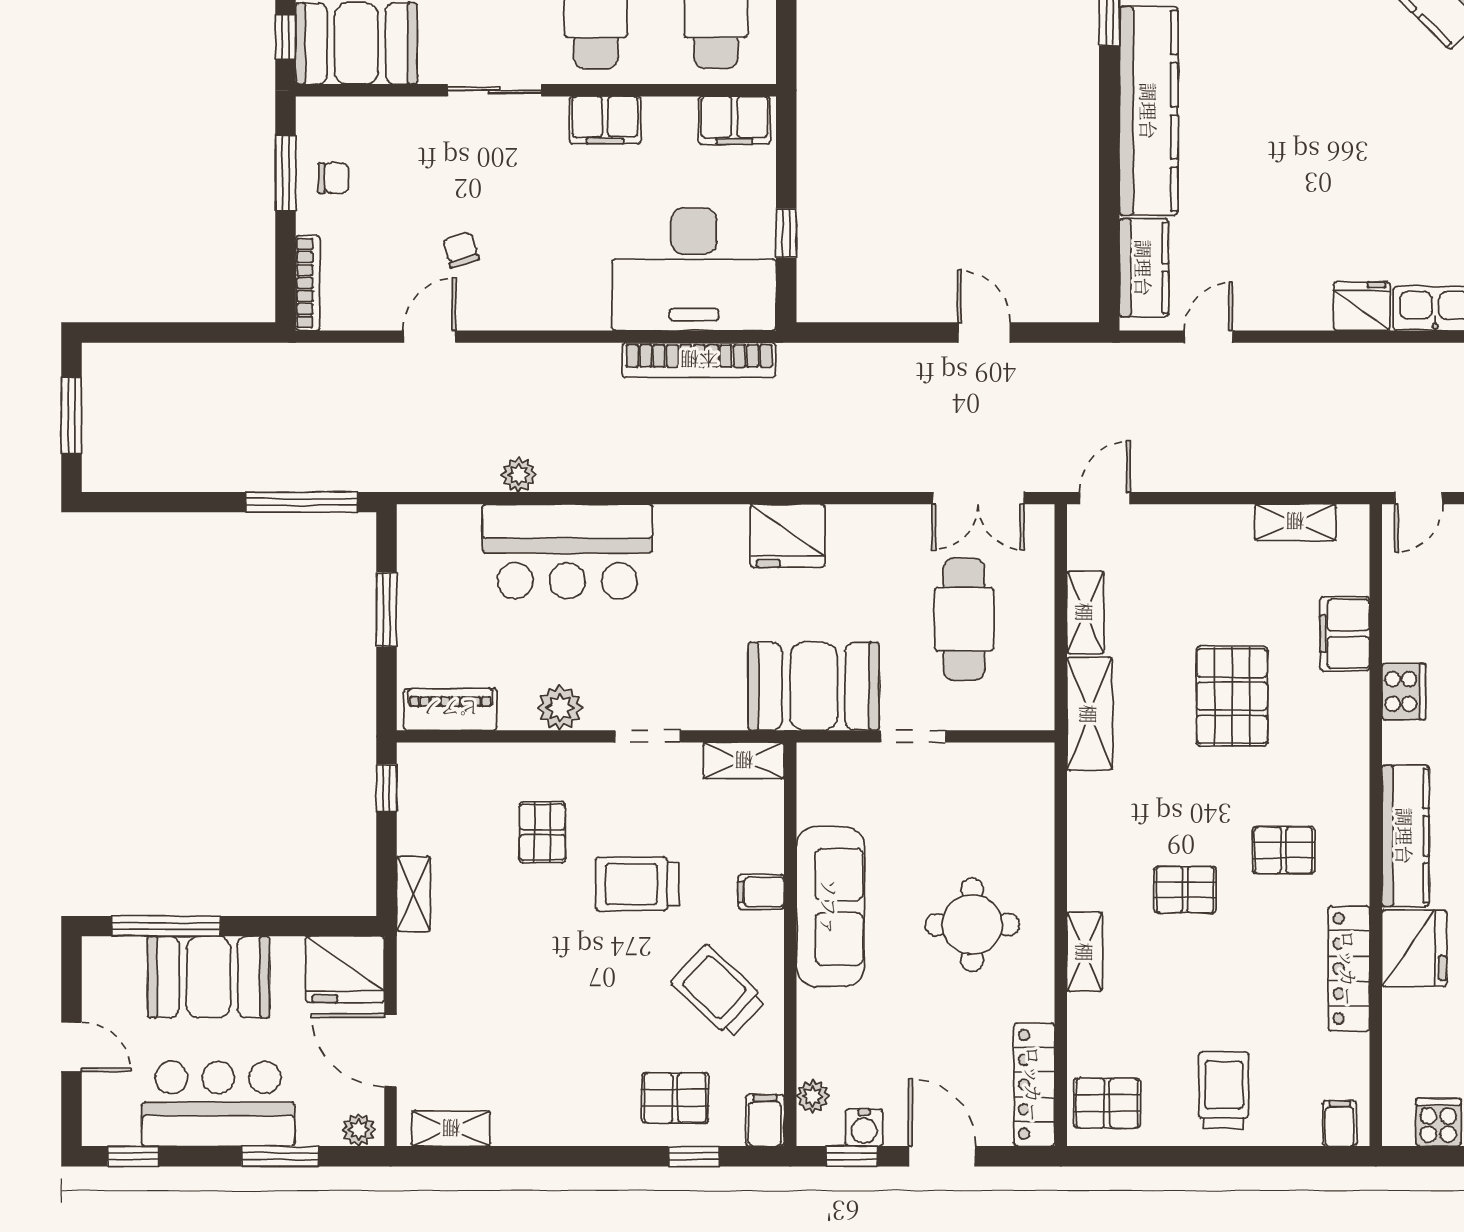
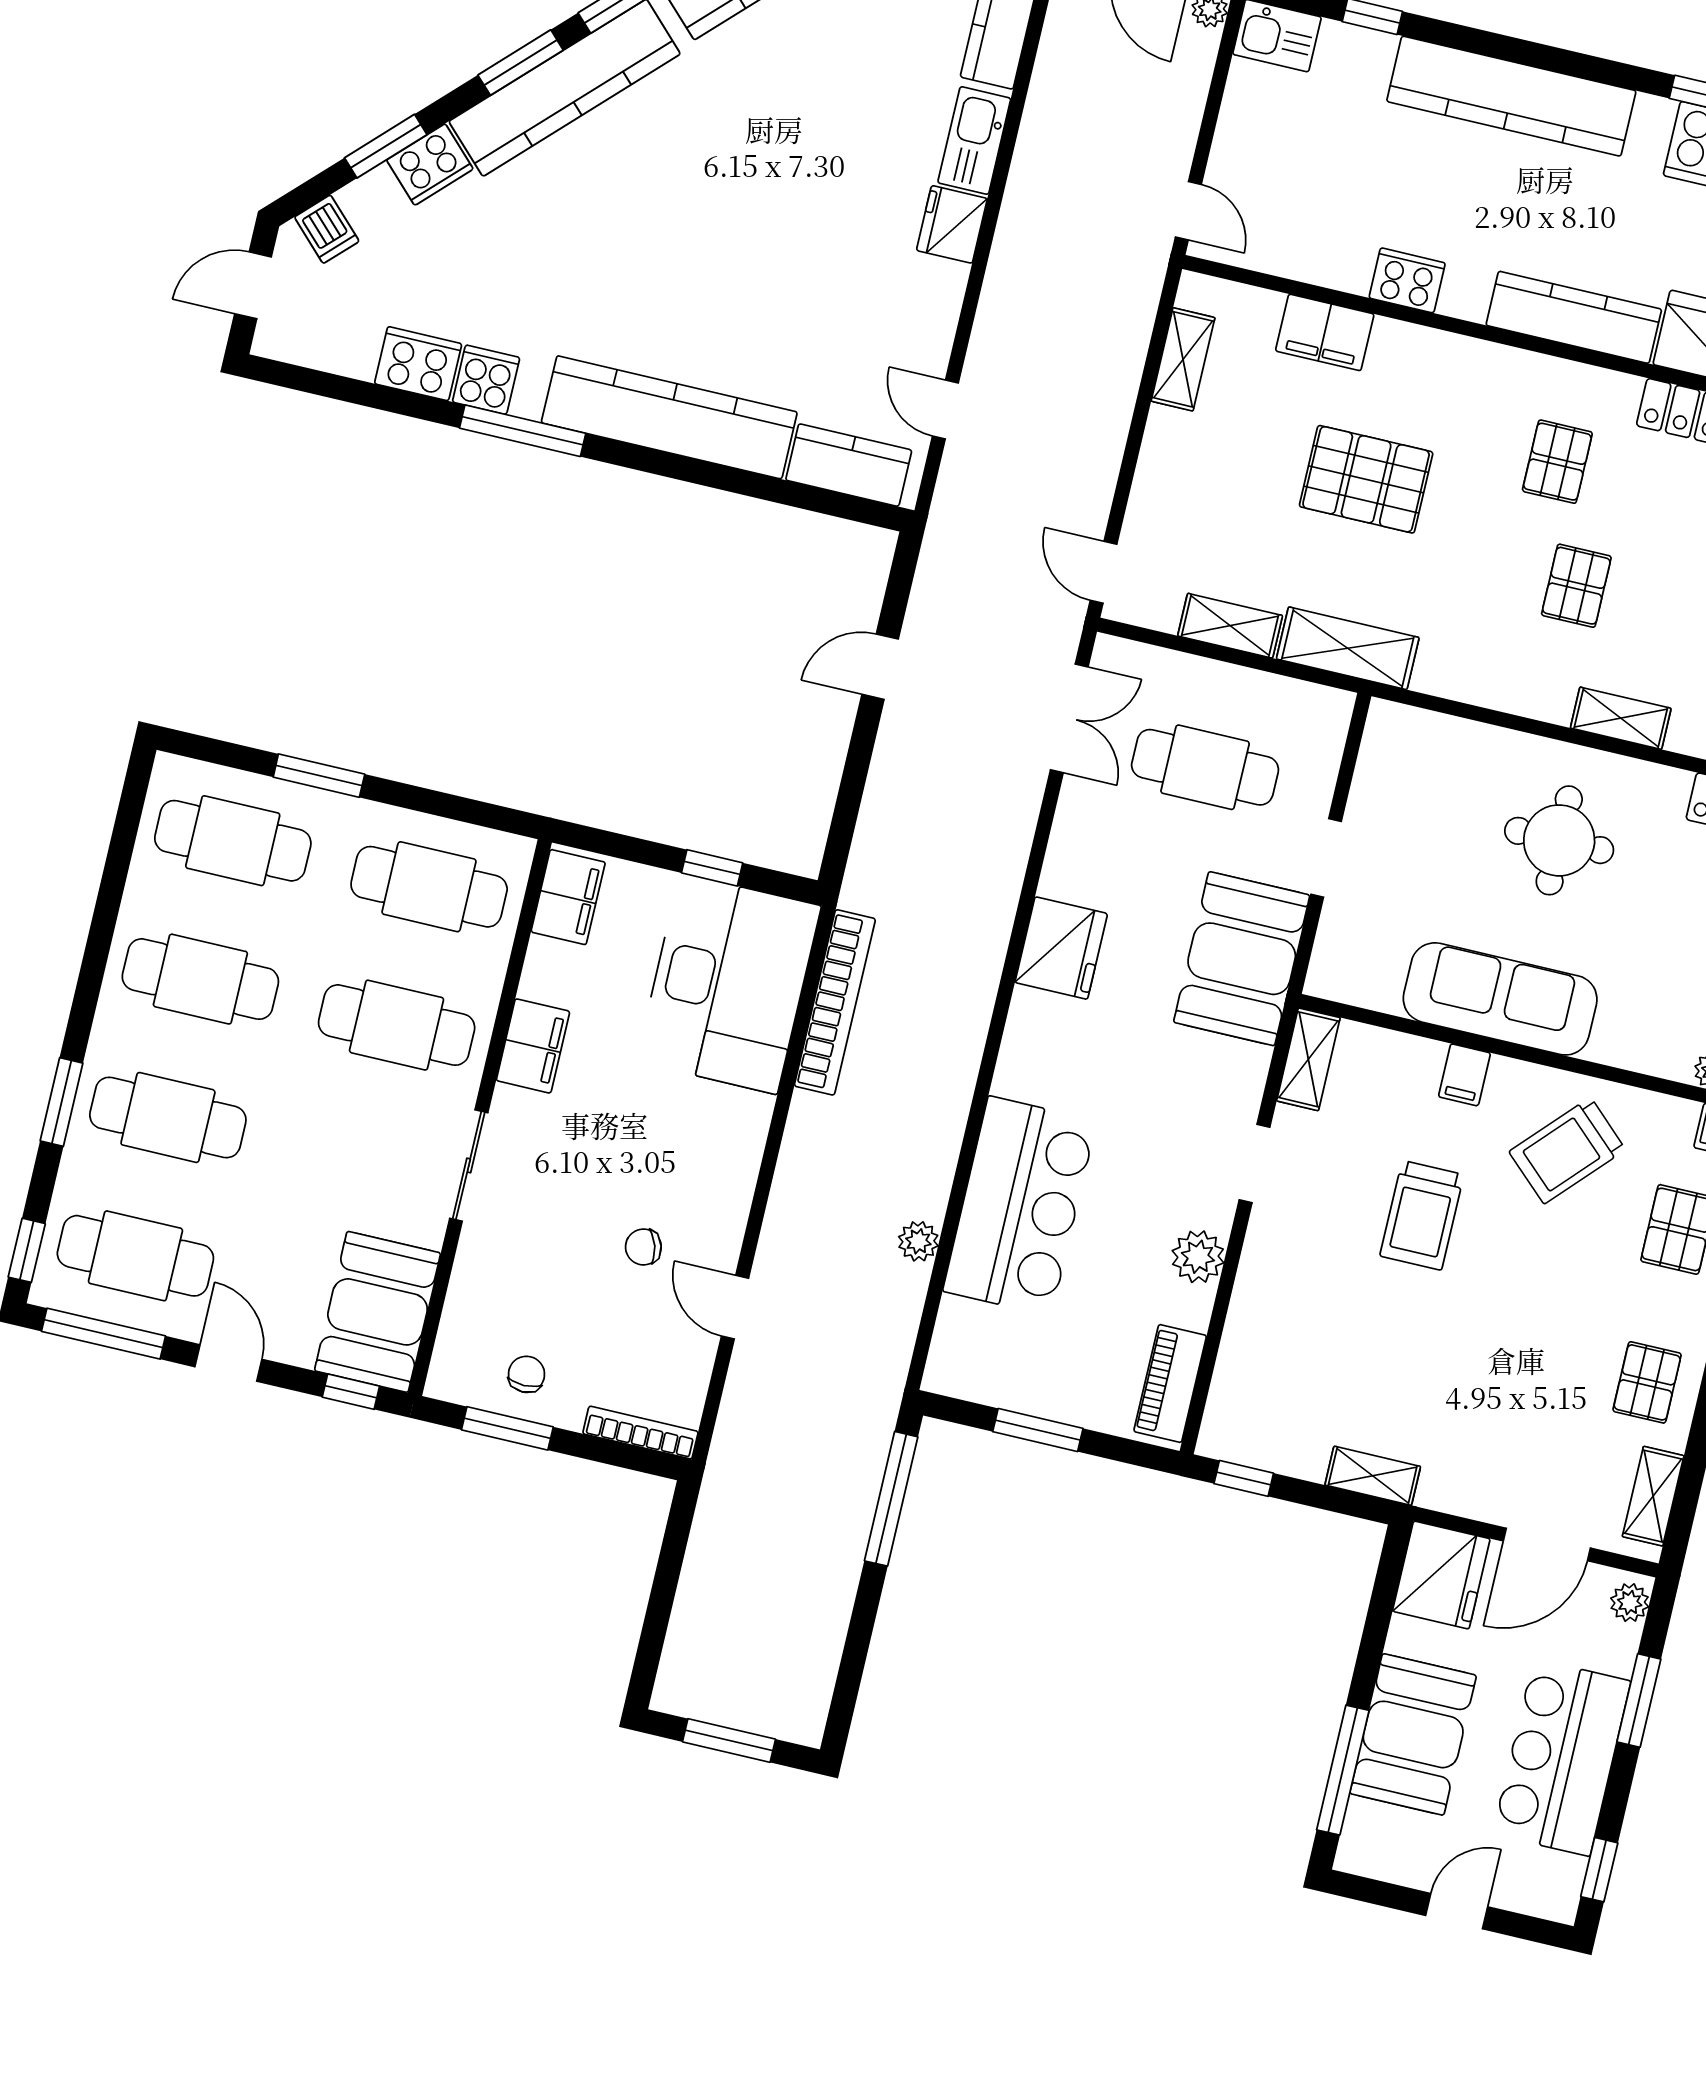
pallet: (542, 832) -> (1647, 1382), moved, turned 90

